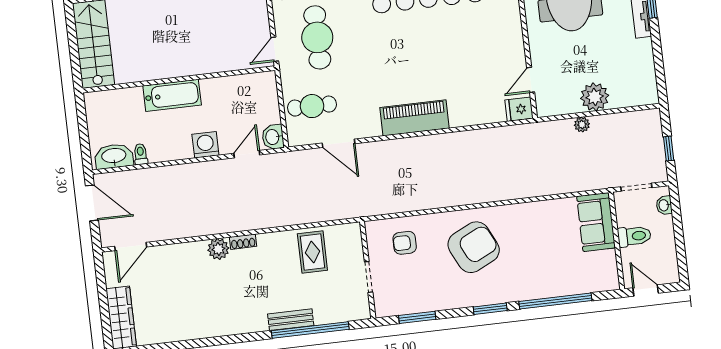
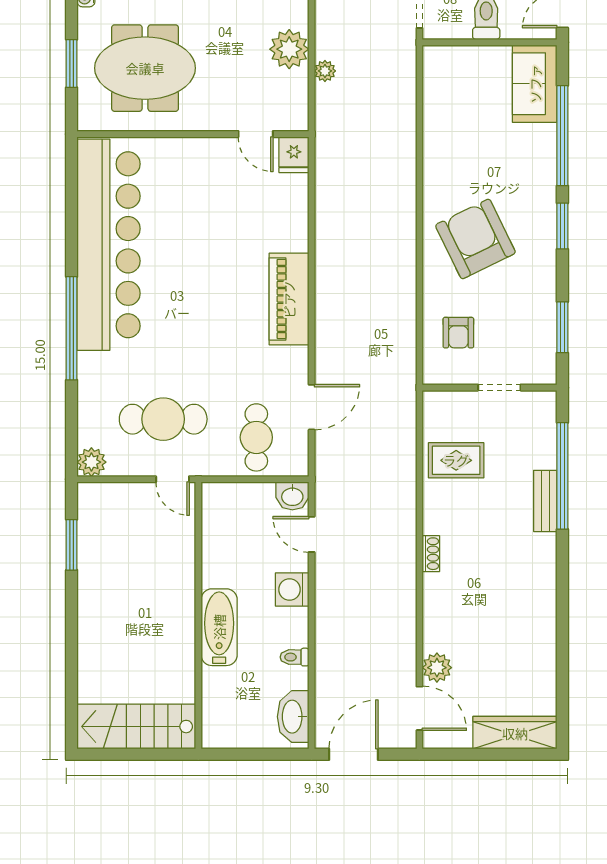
toilet: (141, 154) -> (295, 657), moved
sofa: (596, 222) -> (535, 84), moved, turned 90
plant: (218, 249) -> (437, 668), moved

